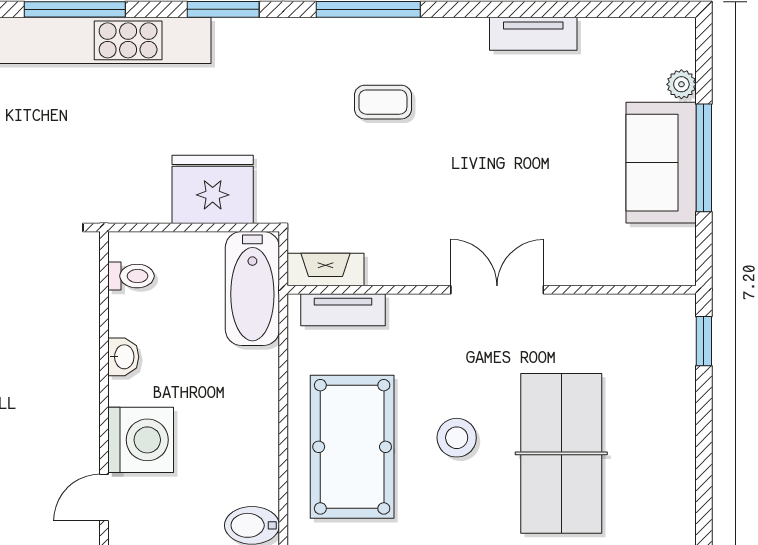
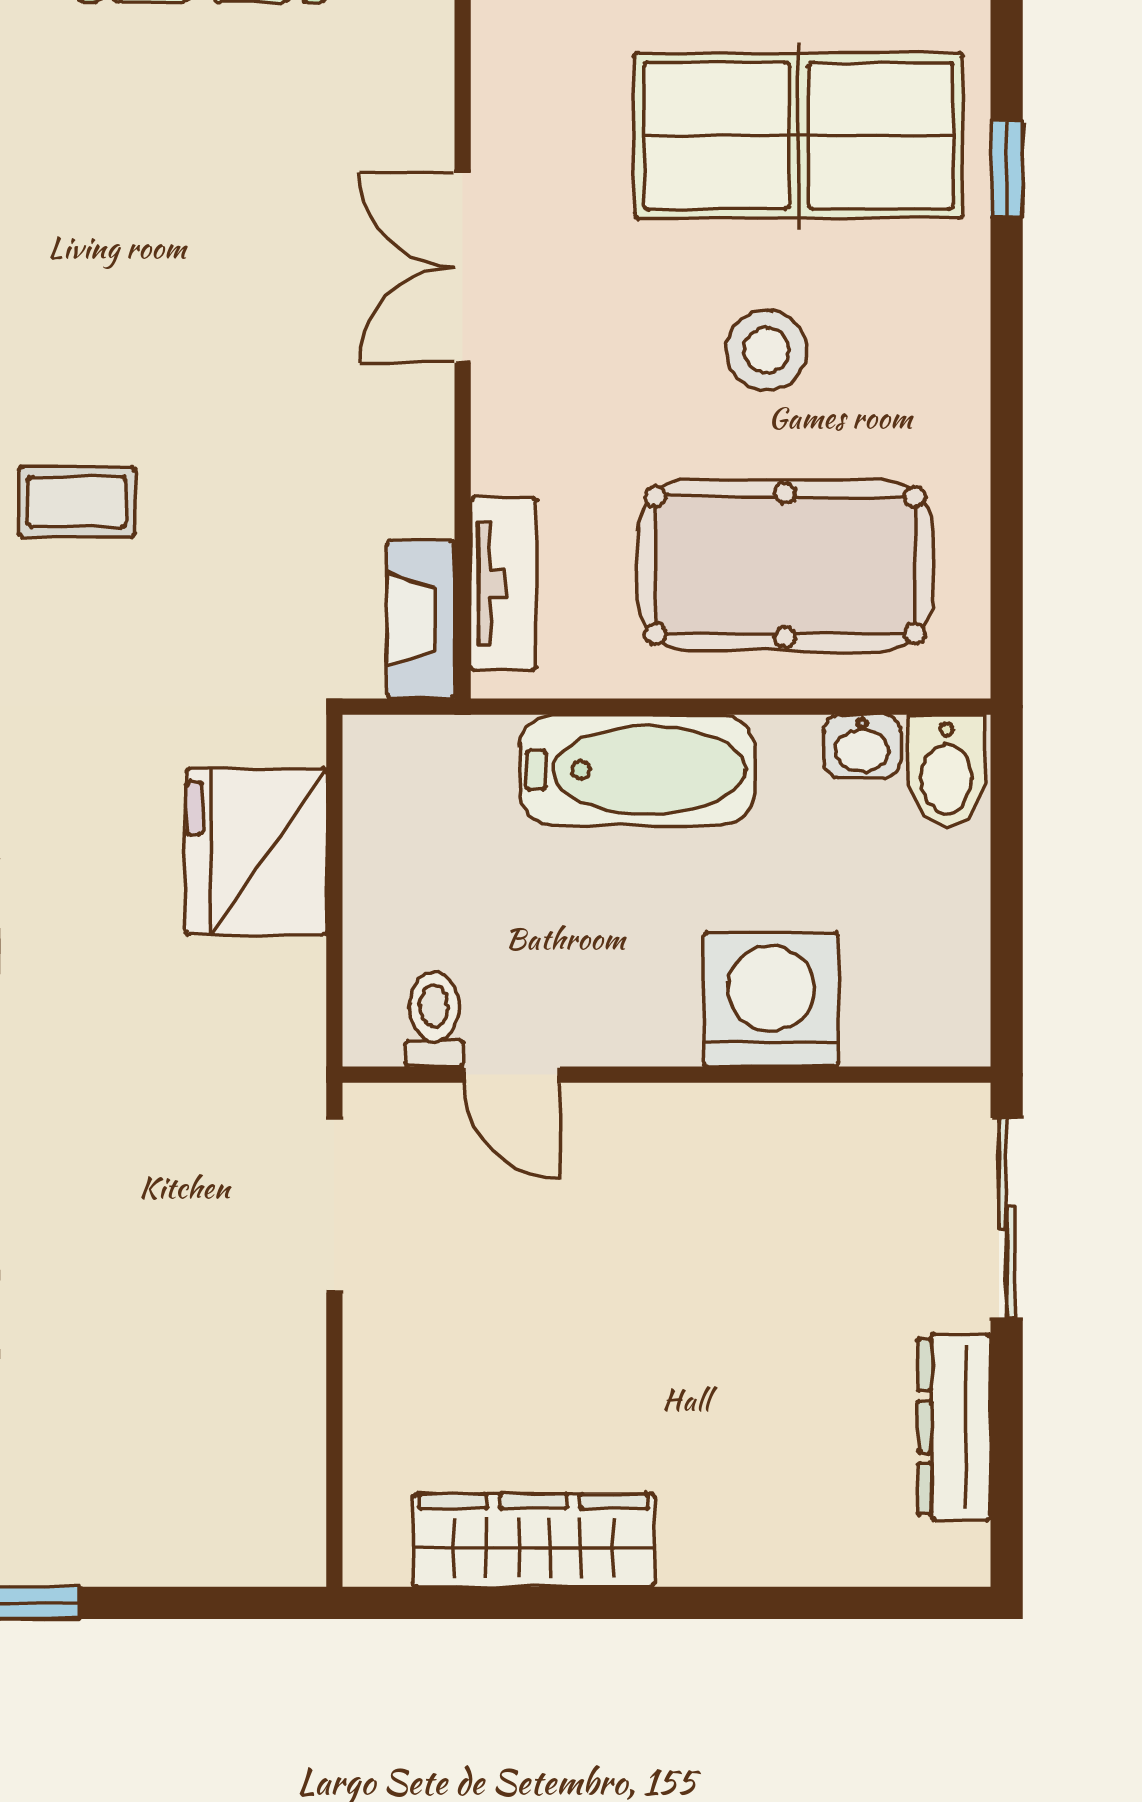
coffee table: (383, 102) -> (77, 502), turned 90
bathtub: (252, 288) -> (637, 770), moved
washbasin: (123, 357) -> (862, 746), moved, turned 180
door: (104, 498) -> (512, 1075), moved

